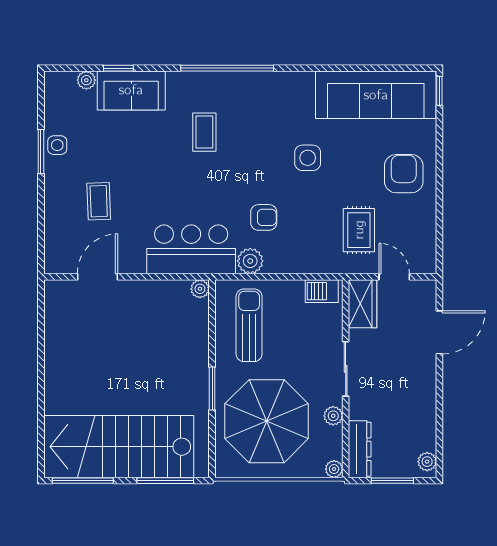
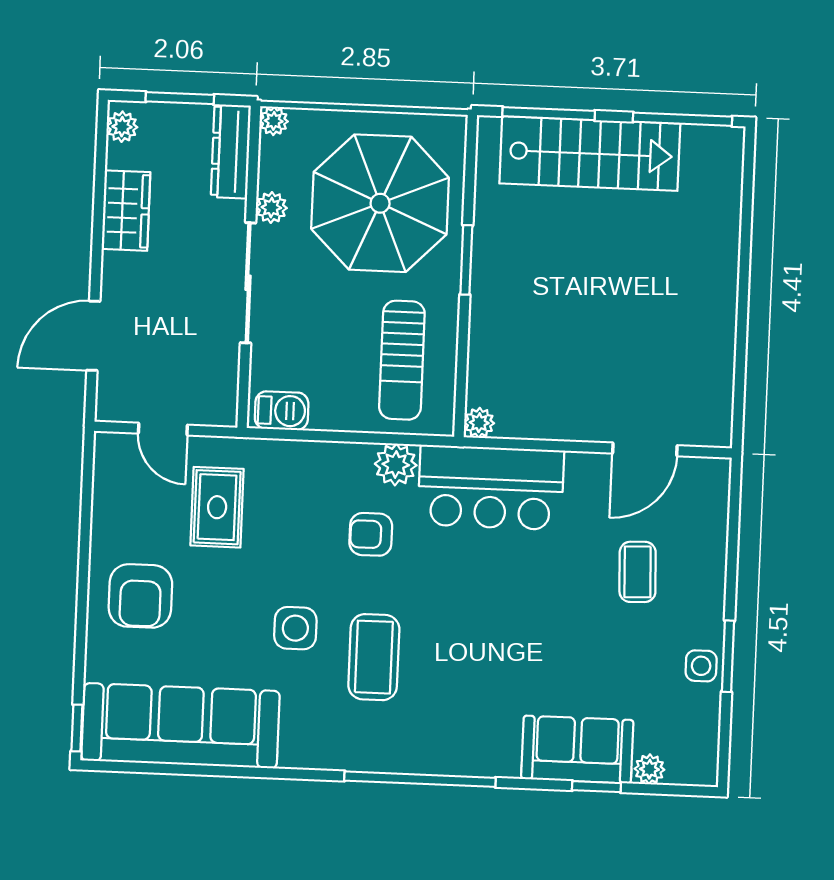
coffee table: (204, 132) -> (374, 657), moved, width x1.36, depth x1.30
wardrobe: (362, 304) -> (126, 211), moved, turned 180
sliding door: (346, 369) -> (248, 283), width x1.37
stairs: (119, 447) -> (590, 154), width x0.73, depth x0.66

